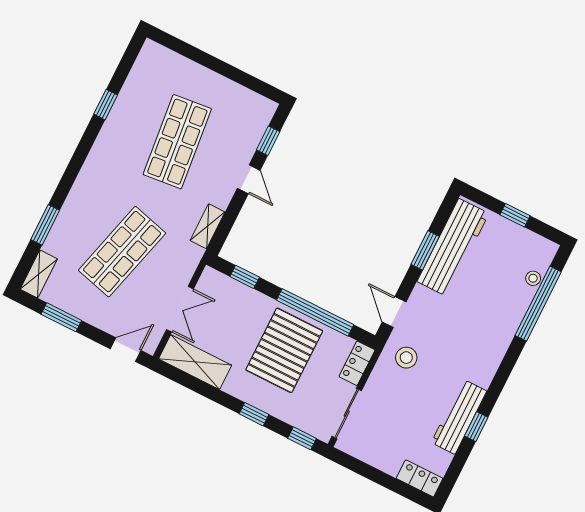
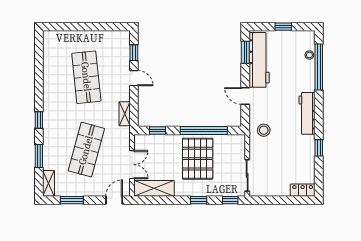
window: (106, 105) -> (39, 120), moved
window: (425, 250) -> (245, 52), moved
door: (394, 312) -> (245, 96), moved
locker: (357, 363) -> (239, 146), removed
workbench: (459, 417) -> (307, 113), moved

